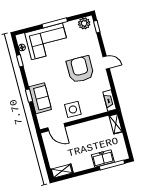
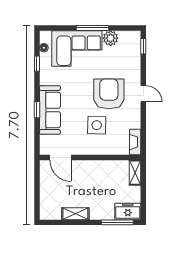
plant: (84, 23) -> (111, 38), moved
sofa: (40, 98) -> (50, 110), width x1.36
side table: (73, 109) -> (97, 125), moved
freezer: (103, 158) -> (128, 211), moved
shelving: (62, 171) -> (75, 214), moved

